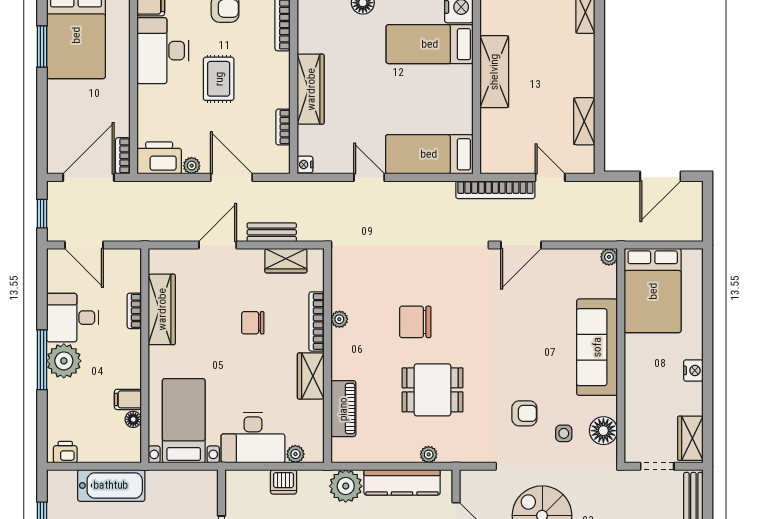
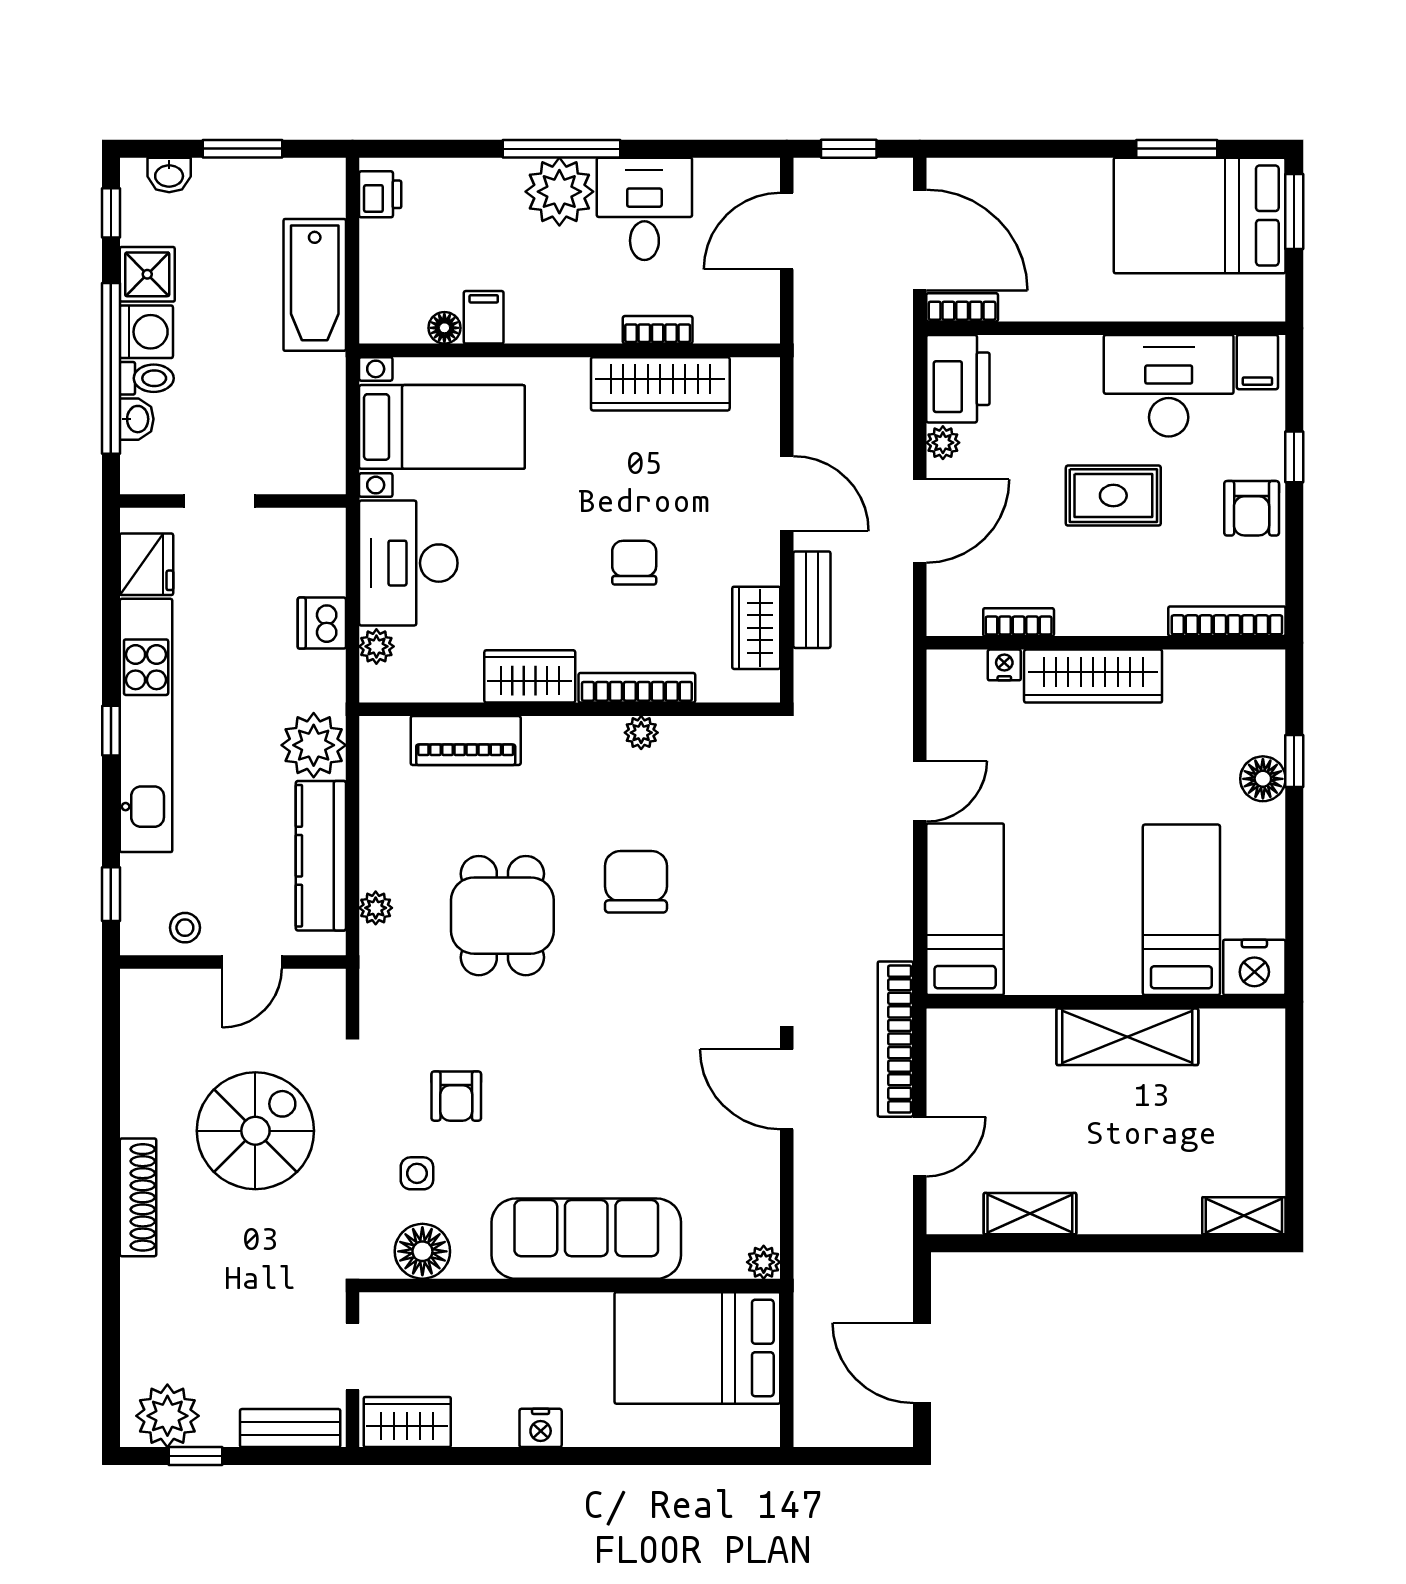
nightstand: (305, 165) -> (1004, 665), moved

